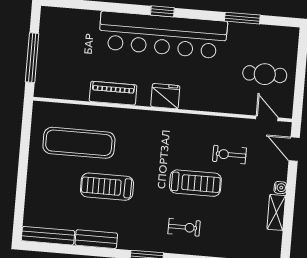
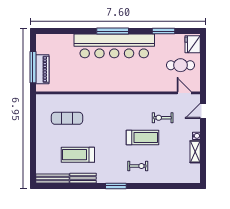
window: (162, 11) -> (113, 31), width x2.17
piano: (113, 93) -> (42, 69), moved, turned 90
fridge: (165, 96) -> (193, 44), moved, turned -90
exercise mat: (79, 143) -> (67, 118), width x0.73, depth x0.69
door: (294, 149) -> (203, 111), hinge flipped
treadmill: (107, 187) -> (78, 155), moved

